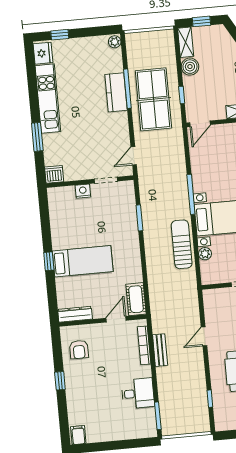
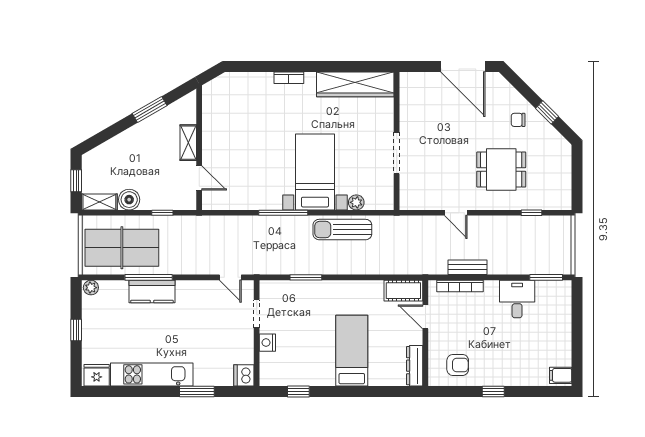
window: (60, 35) -> (76, 330), moved
table tennis table: (153, 99) -> (122, 248), moved
door: (200, 124) -> (199, 178), moved
window: (49, 261) -> (298, 391), moved

